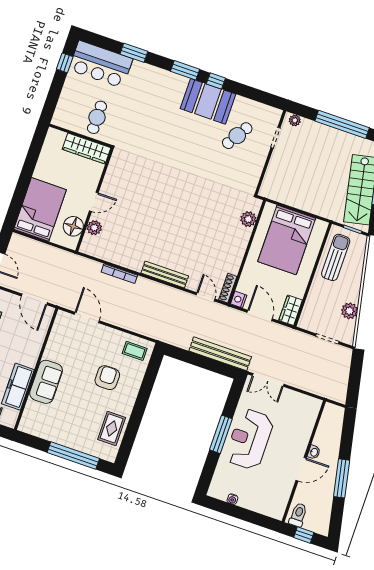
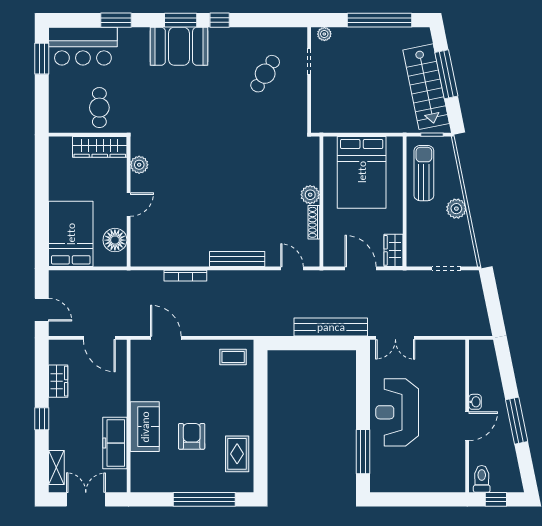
window: (65, 63) -> (42, 59), width x1.50
booth: (208, 101) -> (179, 46), moved
plant: (248, 219) -> (310, 195), moved
plant: (94, 228) -> (139, 165), moved
shoe rack: (228, 288) -> (314, 222), moved
nightstand: (239, 300) -> (331, 258), removed
plant: (349, 311) -> (456, 209), moved
armchair: (107, 378) -> (192, 436), moved
window: (221, 434) -> (363, 452), moved
water cooler: (232, 499) -> (401, 487), removed

